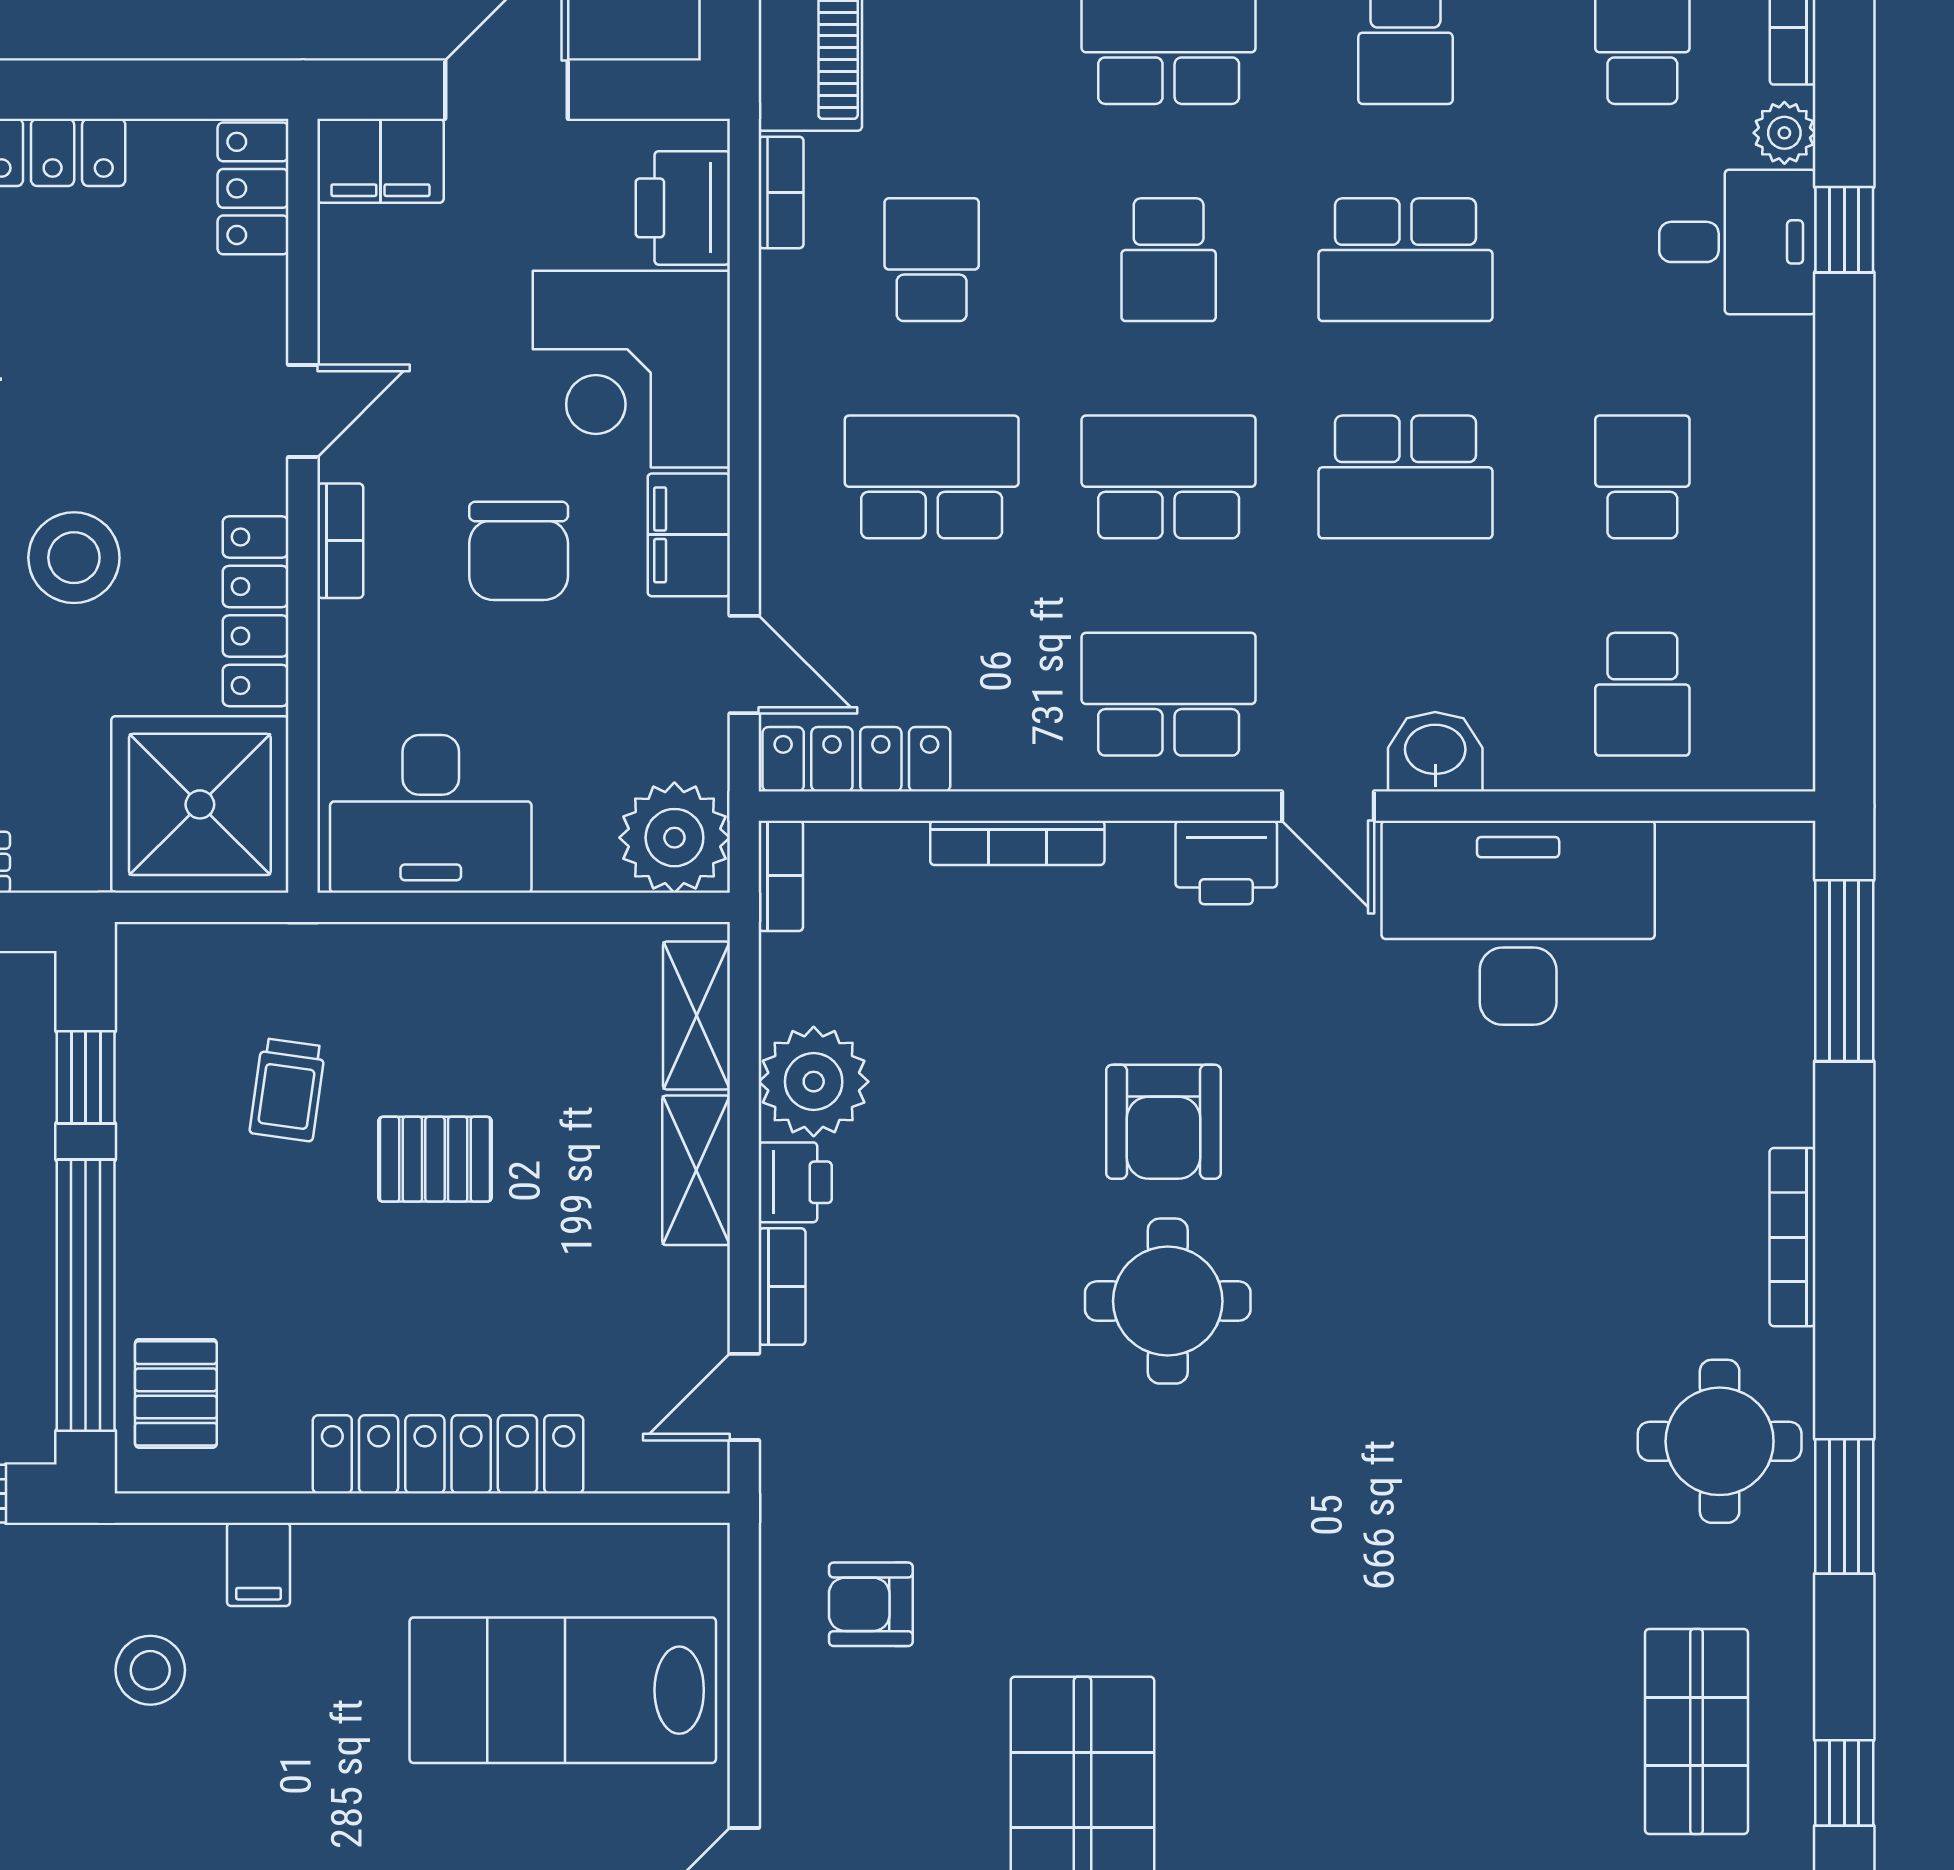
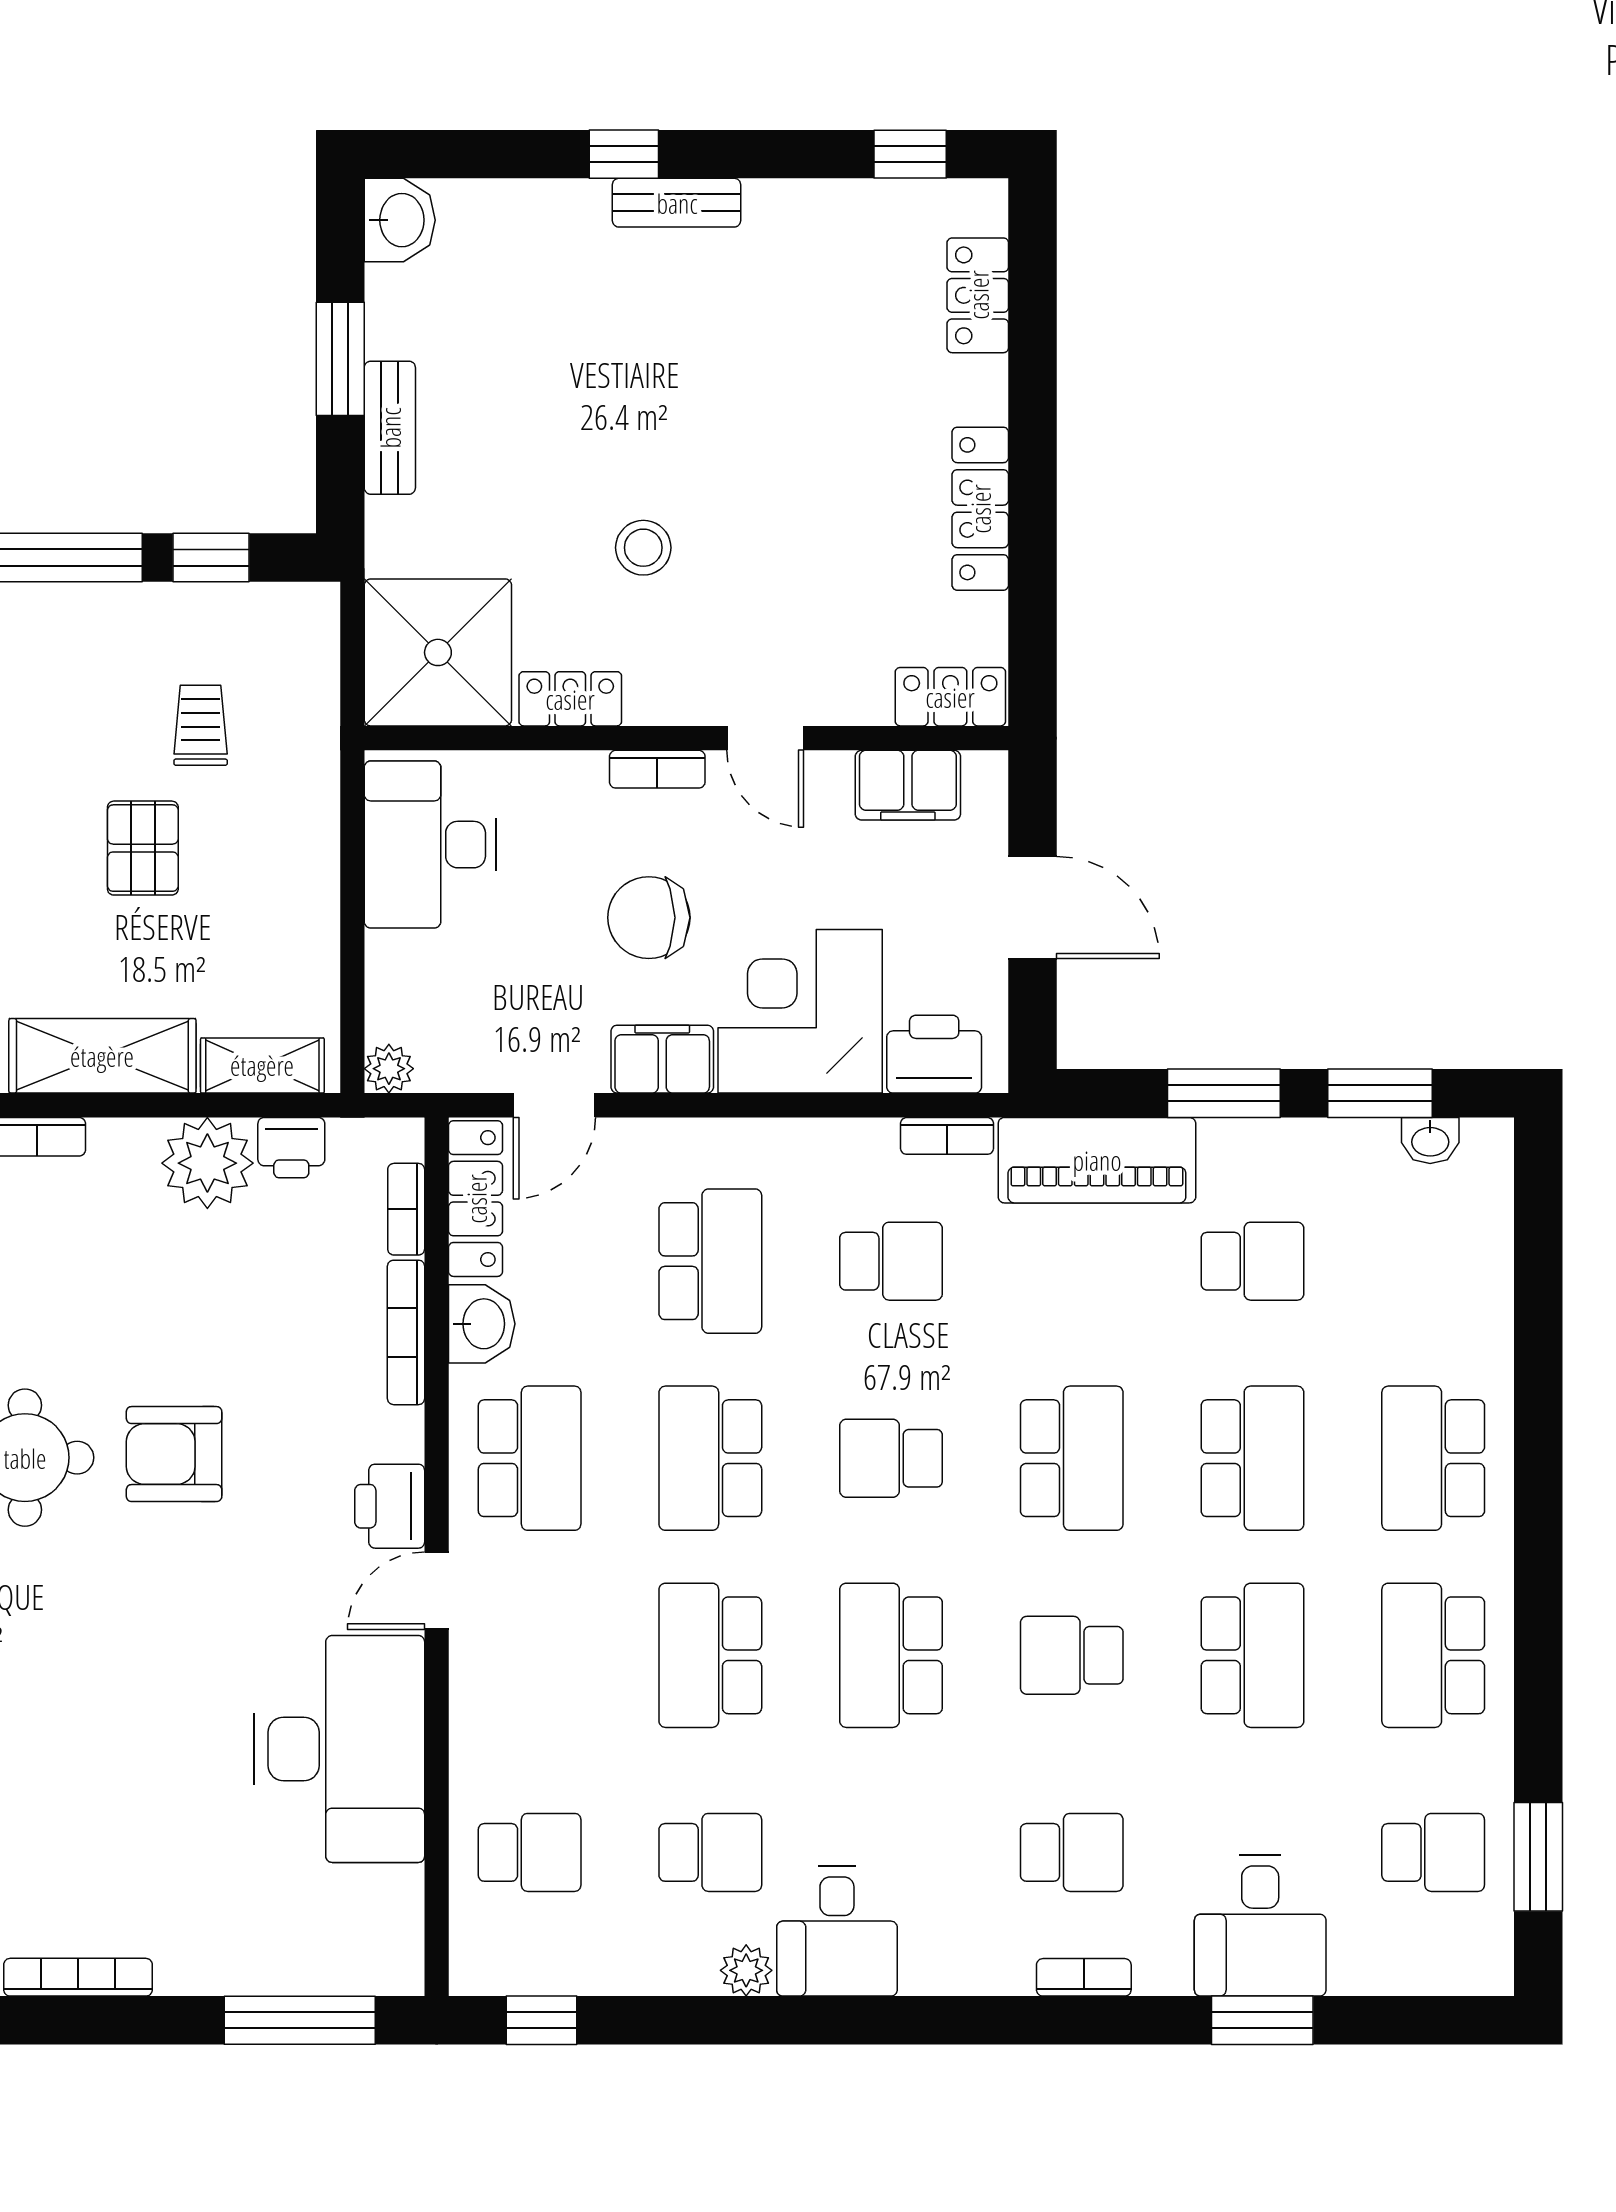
plant: (1784, 133) -> (746, 1970), moved
filing cabinet: (380, 161) -> (908, 785), moved, turned -90
window: (1844, 230) -> (542, 2020), moved
desk: (1737, 242) -> (837, 1931), moved
school desk: (1169, 477) -> (710, 1458), turned 180
stool: (74, 558) -> (643, 548), width x0.73, depth x0.73
locker: (256, 611) -> (570, 699), width x0.66
school desk: (1642, 694) -> (530, 1852), turned 180
washbasin: (1435, 752) -> (482, 1324), moved
plant: (674, 838) -> (389, 1069), width x0.53, depth x0.53
bookcase: (781, 876) -> (406, 1209), moved, turned 90
trolley: (287, 1090) -> (201, 725), turned 82
shelving: (696, 1170) -> (102, 1056), width x1.50, depth x1.33
printer: (795, 1182) -> (291, 1148), moved

